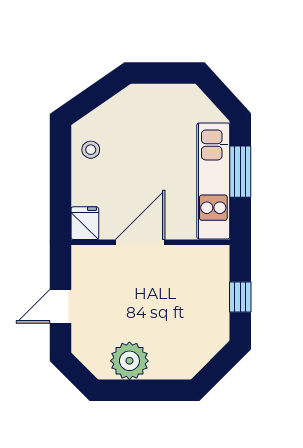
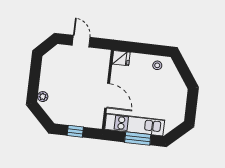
door: (140, 242) -> (107, 96), moved
plant: (129, 361) -> (43, 97), moved, width x0.53, depth x0.53

